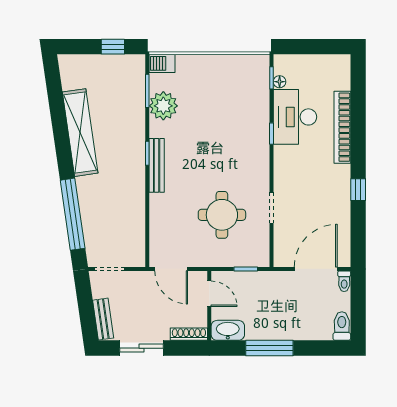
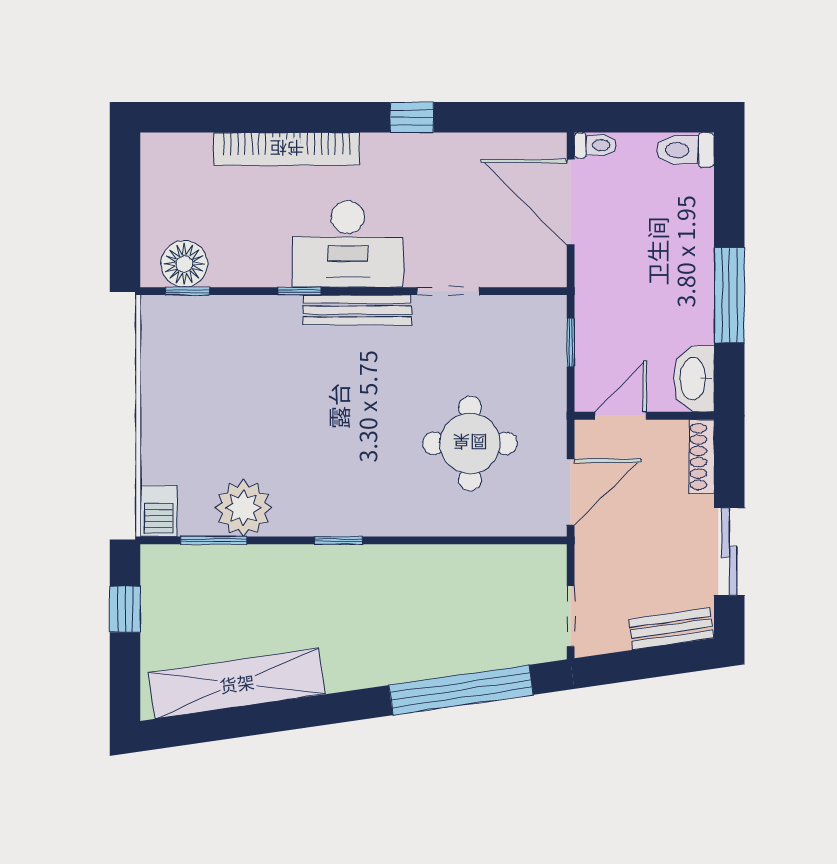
floor lamp: (280, 82) -> (184, 264), width x1.89, depth x1.89
desk: (295, 117) -> (348, 244), moved
shelving: (80, 133) -> (237, 683), moved
bench: (157, 165) -> (357, 310), moved
round table: (222, 215) -> (470, 443), moved

